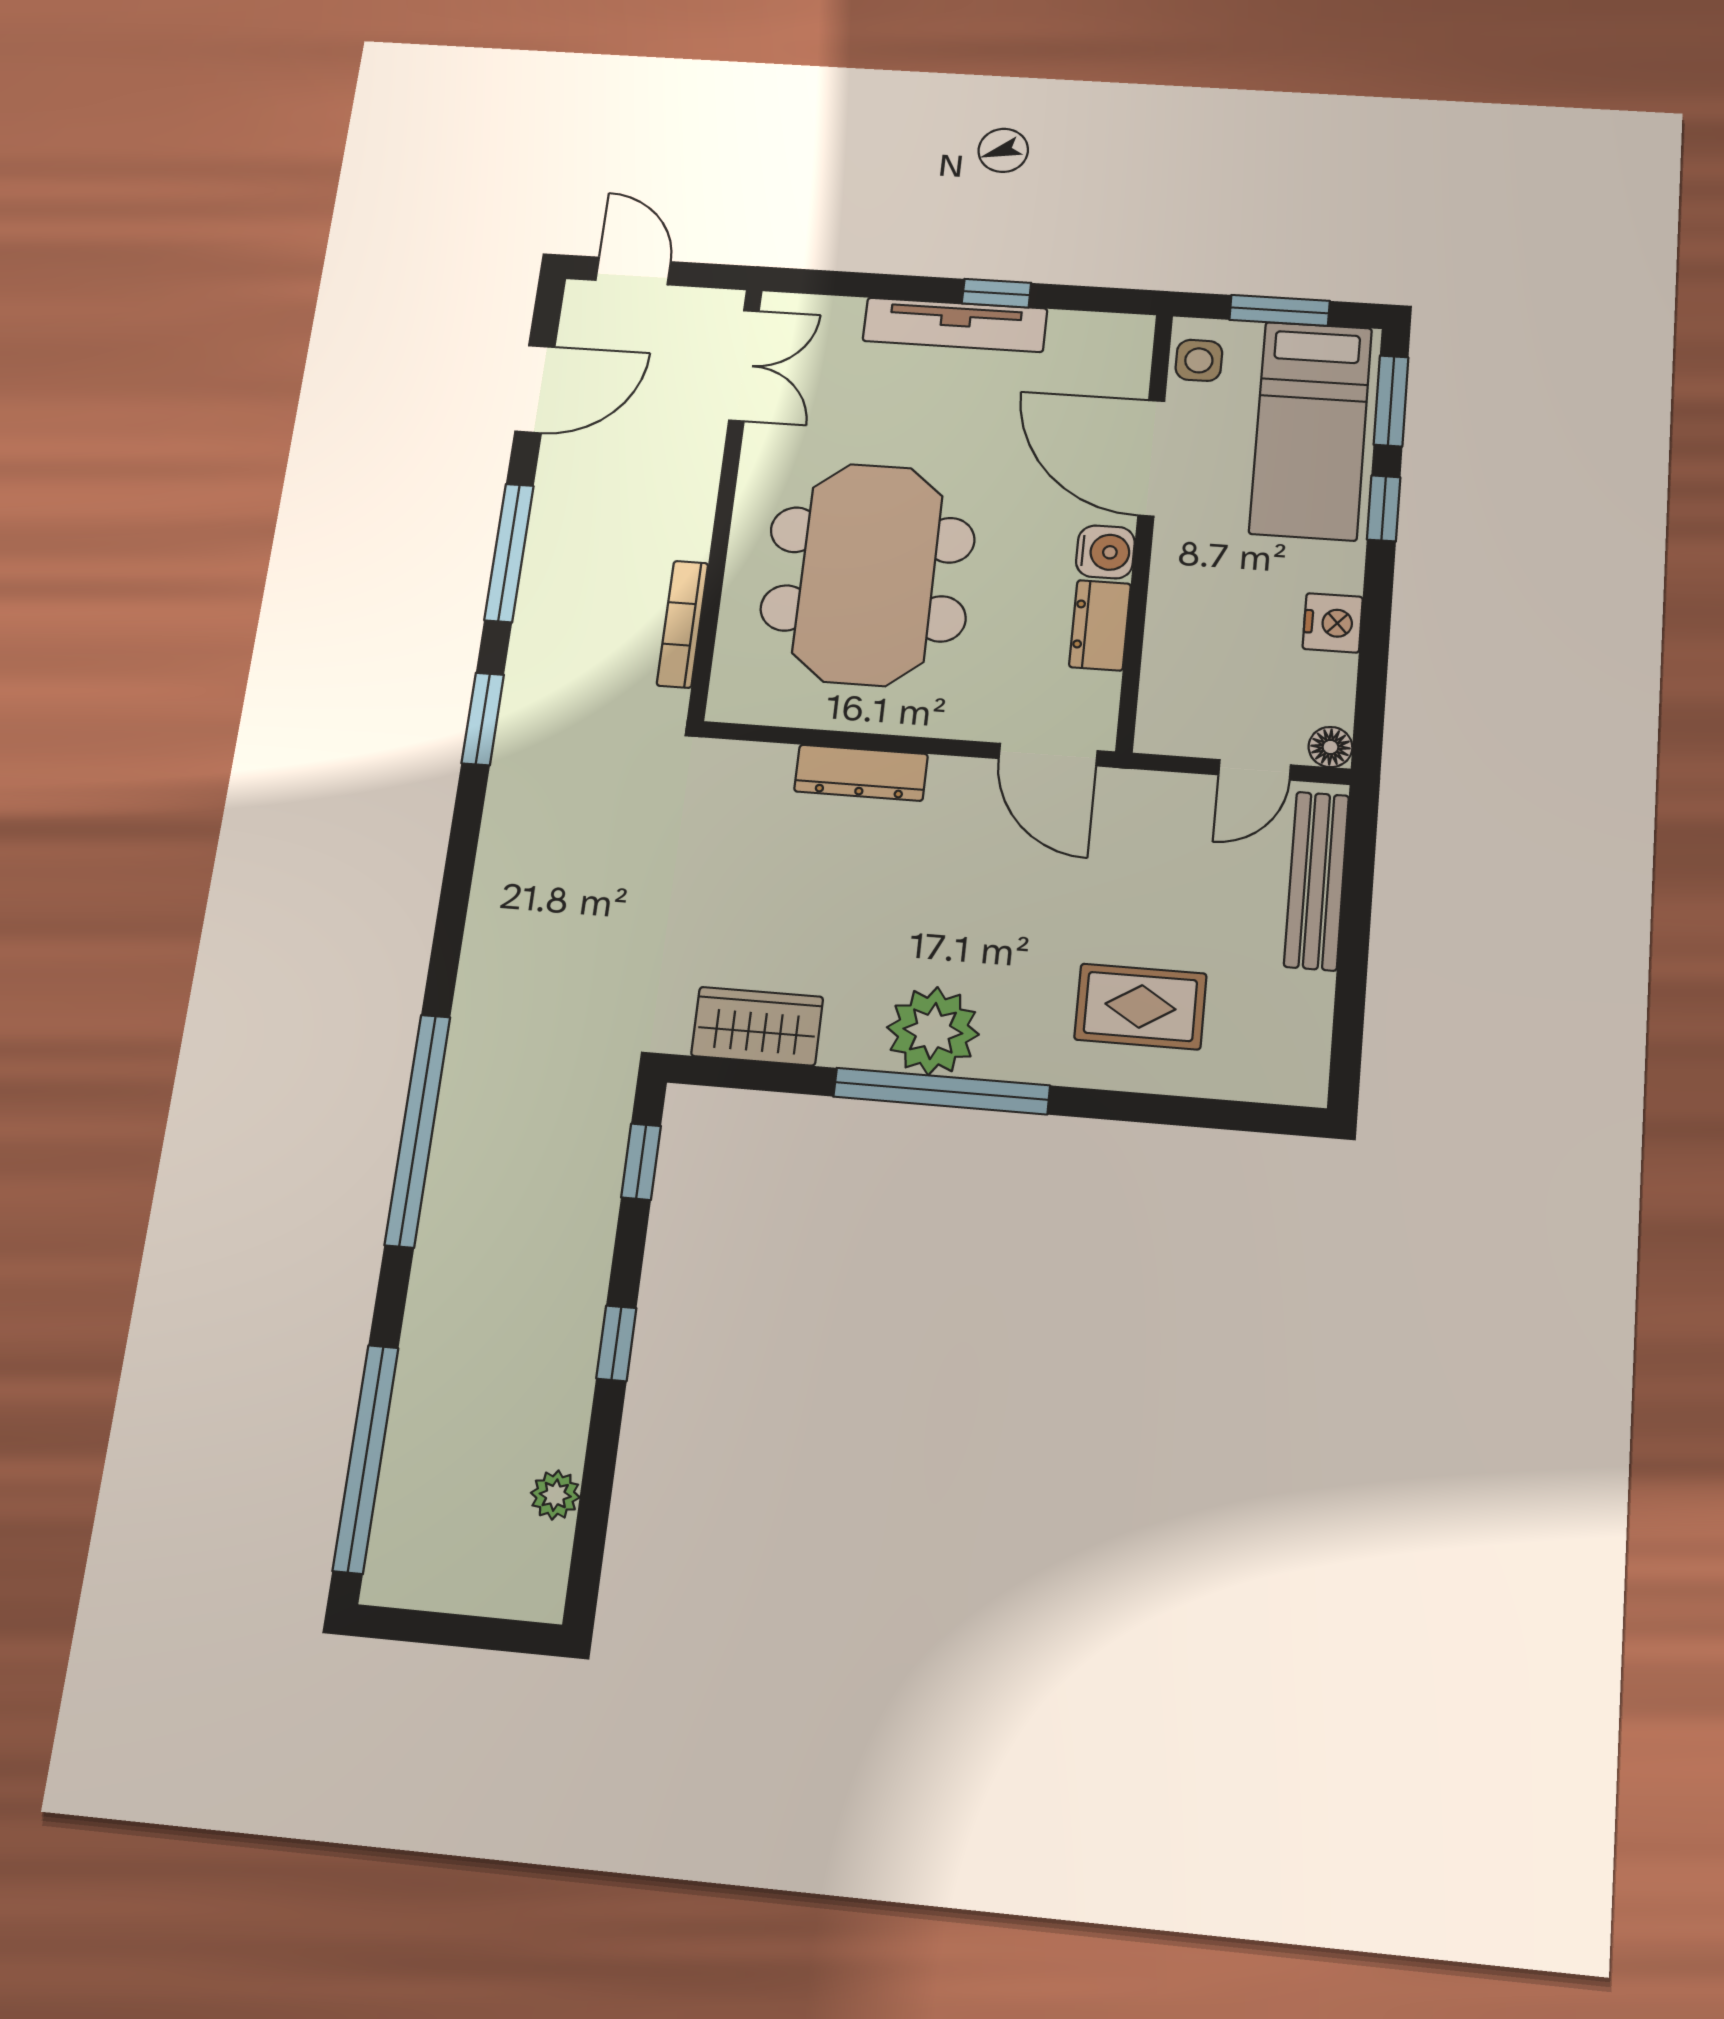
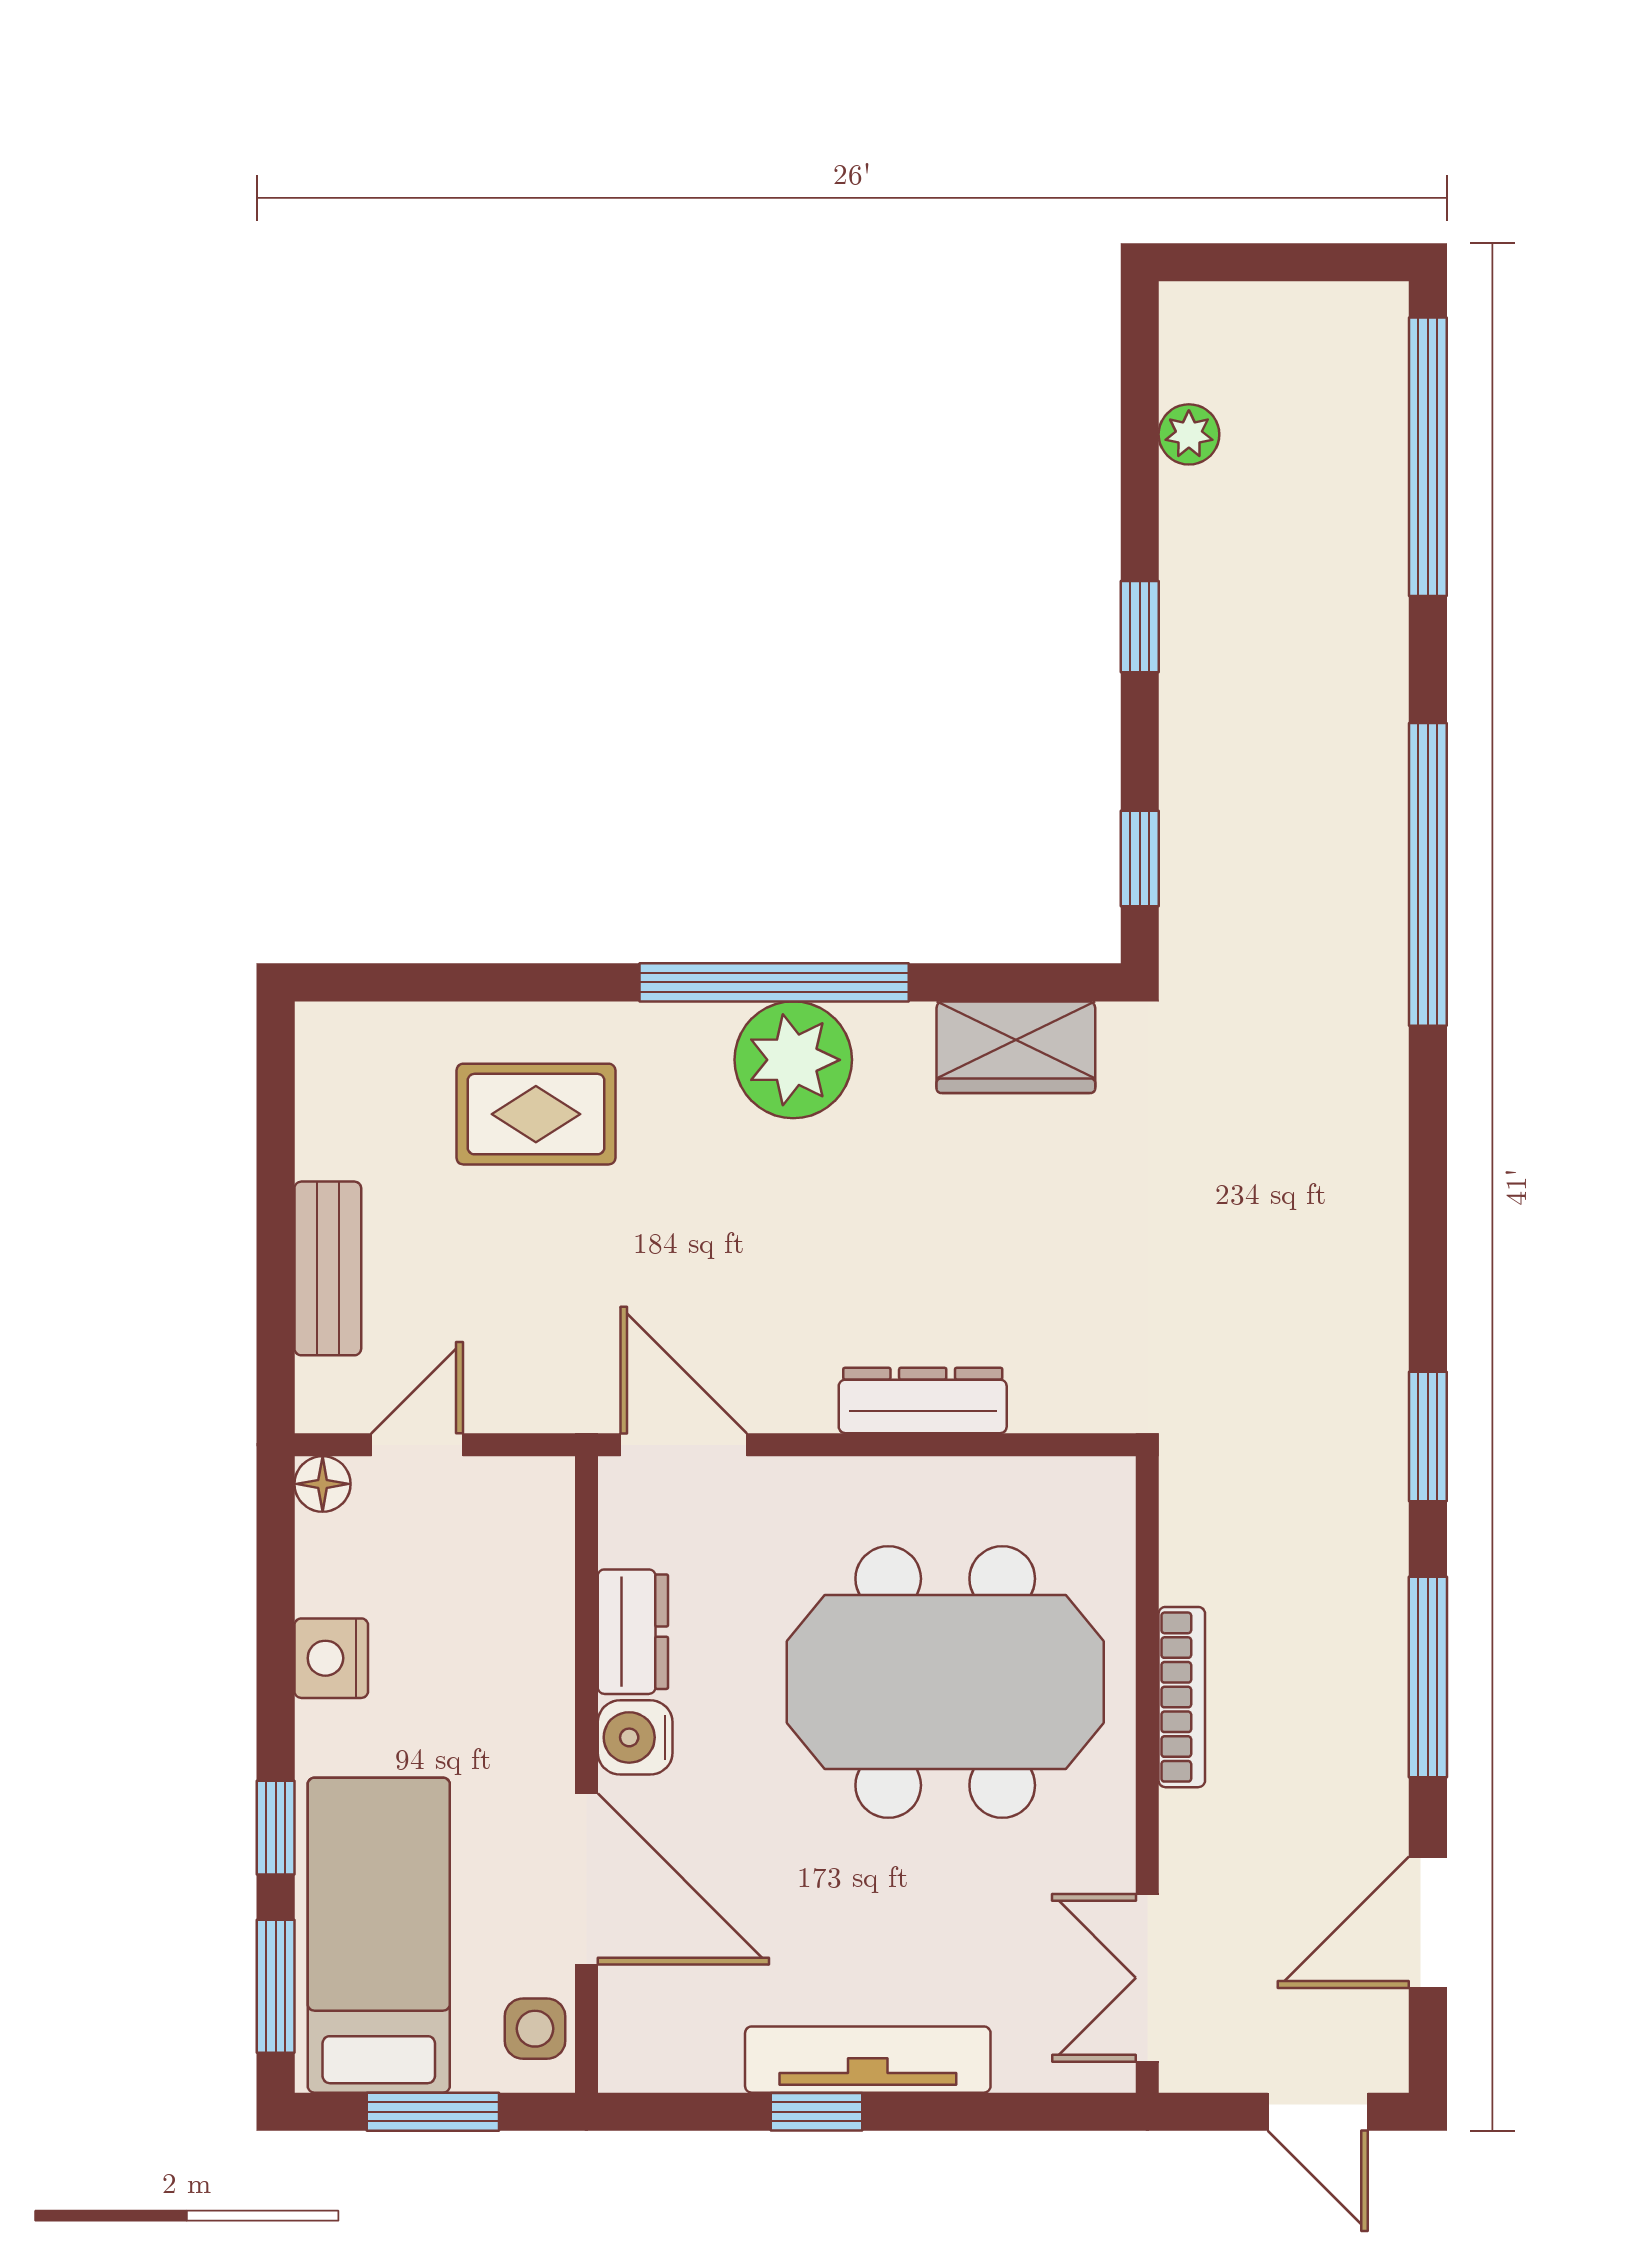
meeting table: (868, 574) -> (945, 1682), turned 90
bookcase: (683, 624) -> (1182, 1697), moved
bench: (1317, 881) -> (328, 1268), width x0.73

